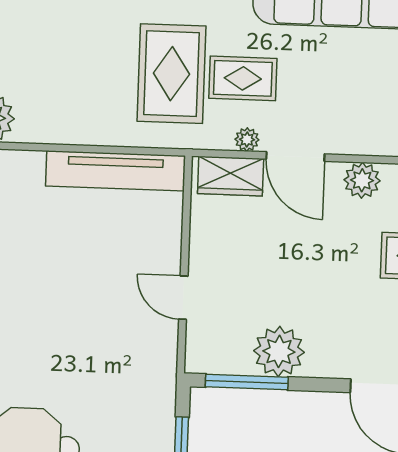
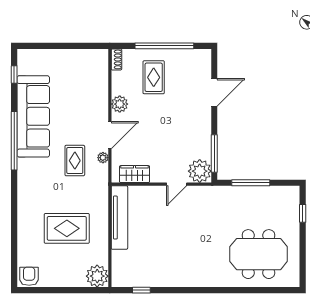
rug: (171, 74) -> (67, 228), moved
wardrobe: (231, 176) -> (135, 174), moved, turned -90
plant: (279, 351) -> (200, 171), moved

